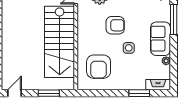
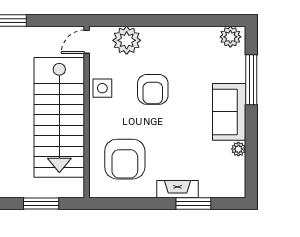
armchair: (115, 25) -> (153, 89), turned 90
side table: (129, 48) -> (102, 88), moved
fireplace: (158, 85) -> (178, 189), moved

